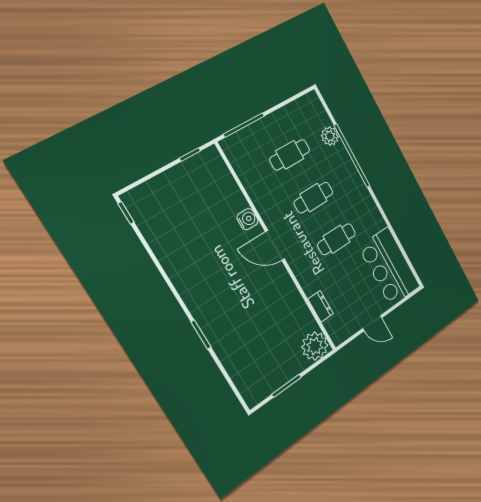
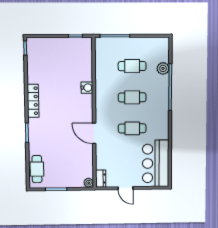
door: (275, 245) -> (94, 133), moved
locker: (183, 283) -> (33, 101), added
dresser: (321, 306) -> (101, 179), moved
plant: (315, 346) -> (89, 183), width x0.53, depth x0.53
cafe table: (245, 376) -> (37, 169), added

